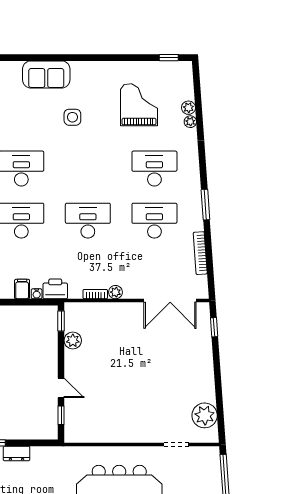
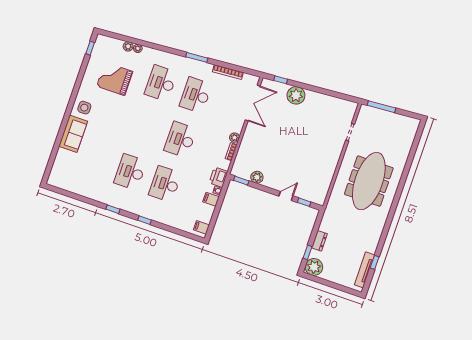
side table: (72, 117) -> (84, 108), moved
plant: (205, 415) -> (296, 95), moved

